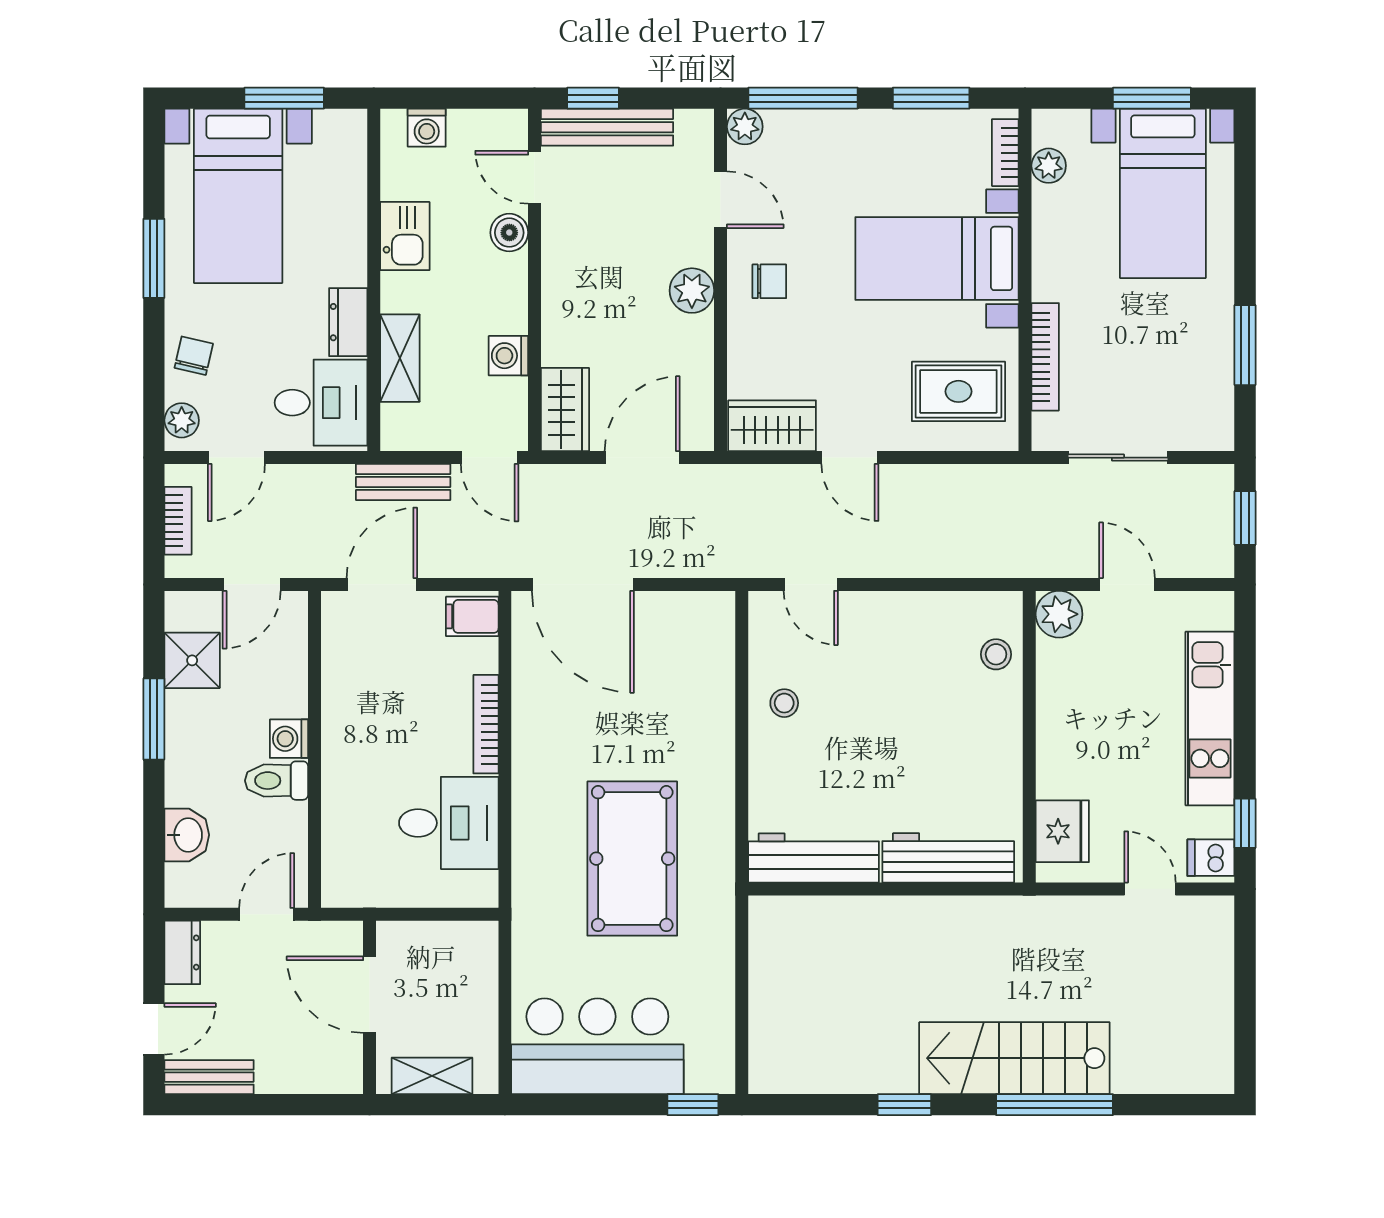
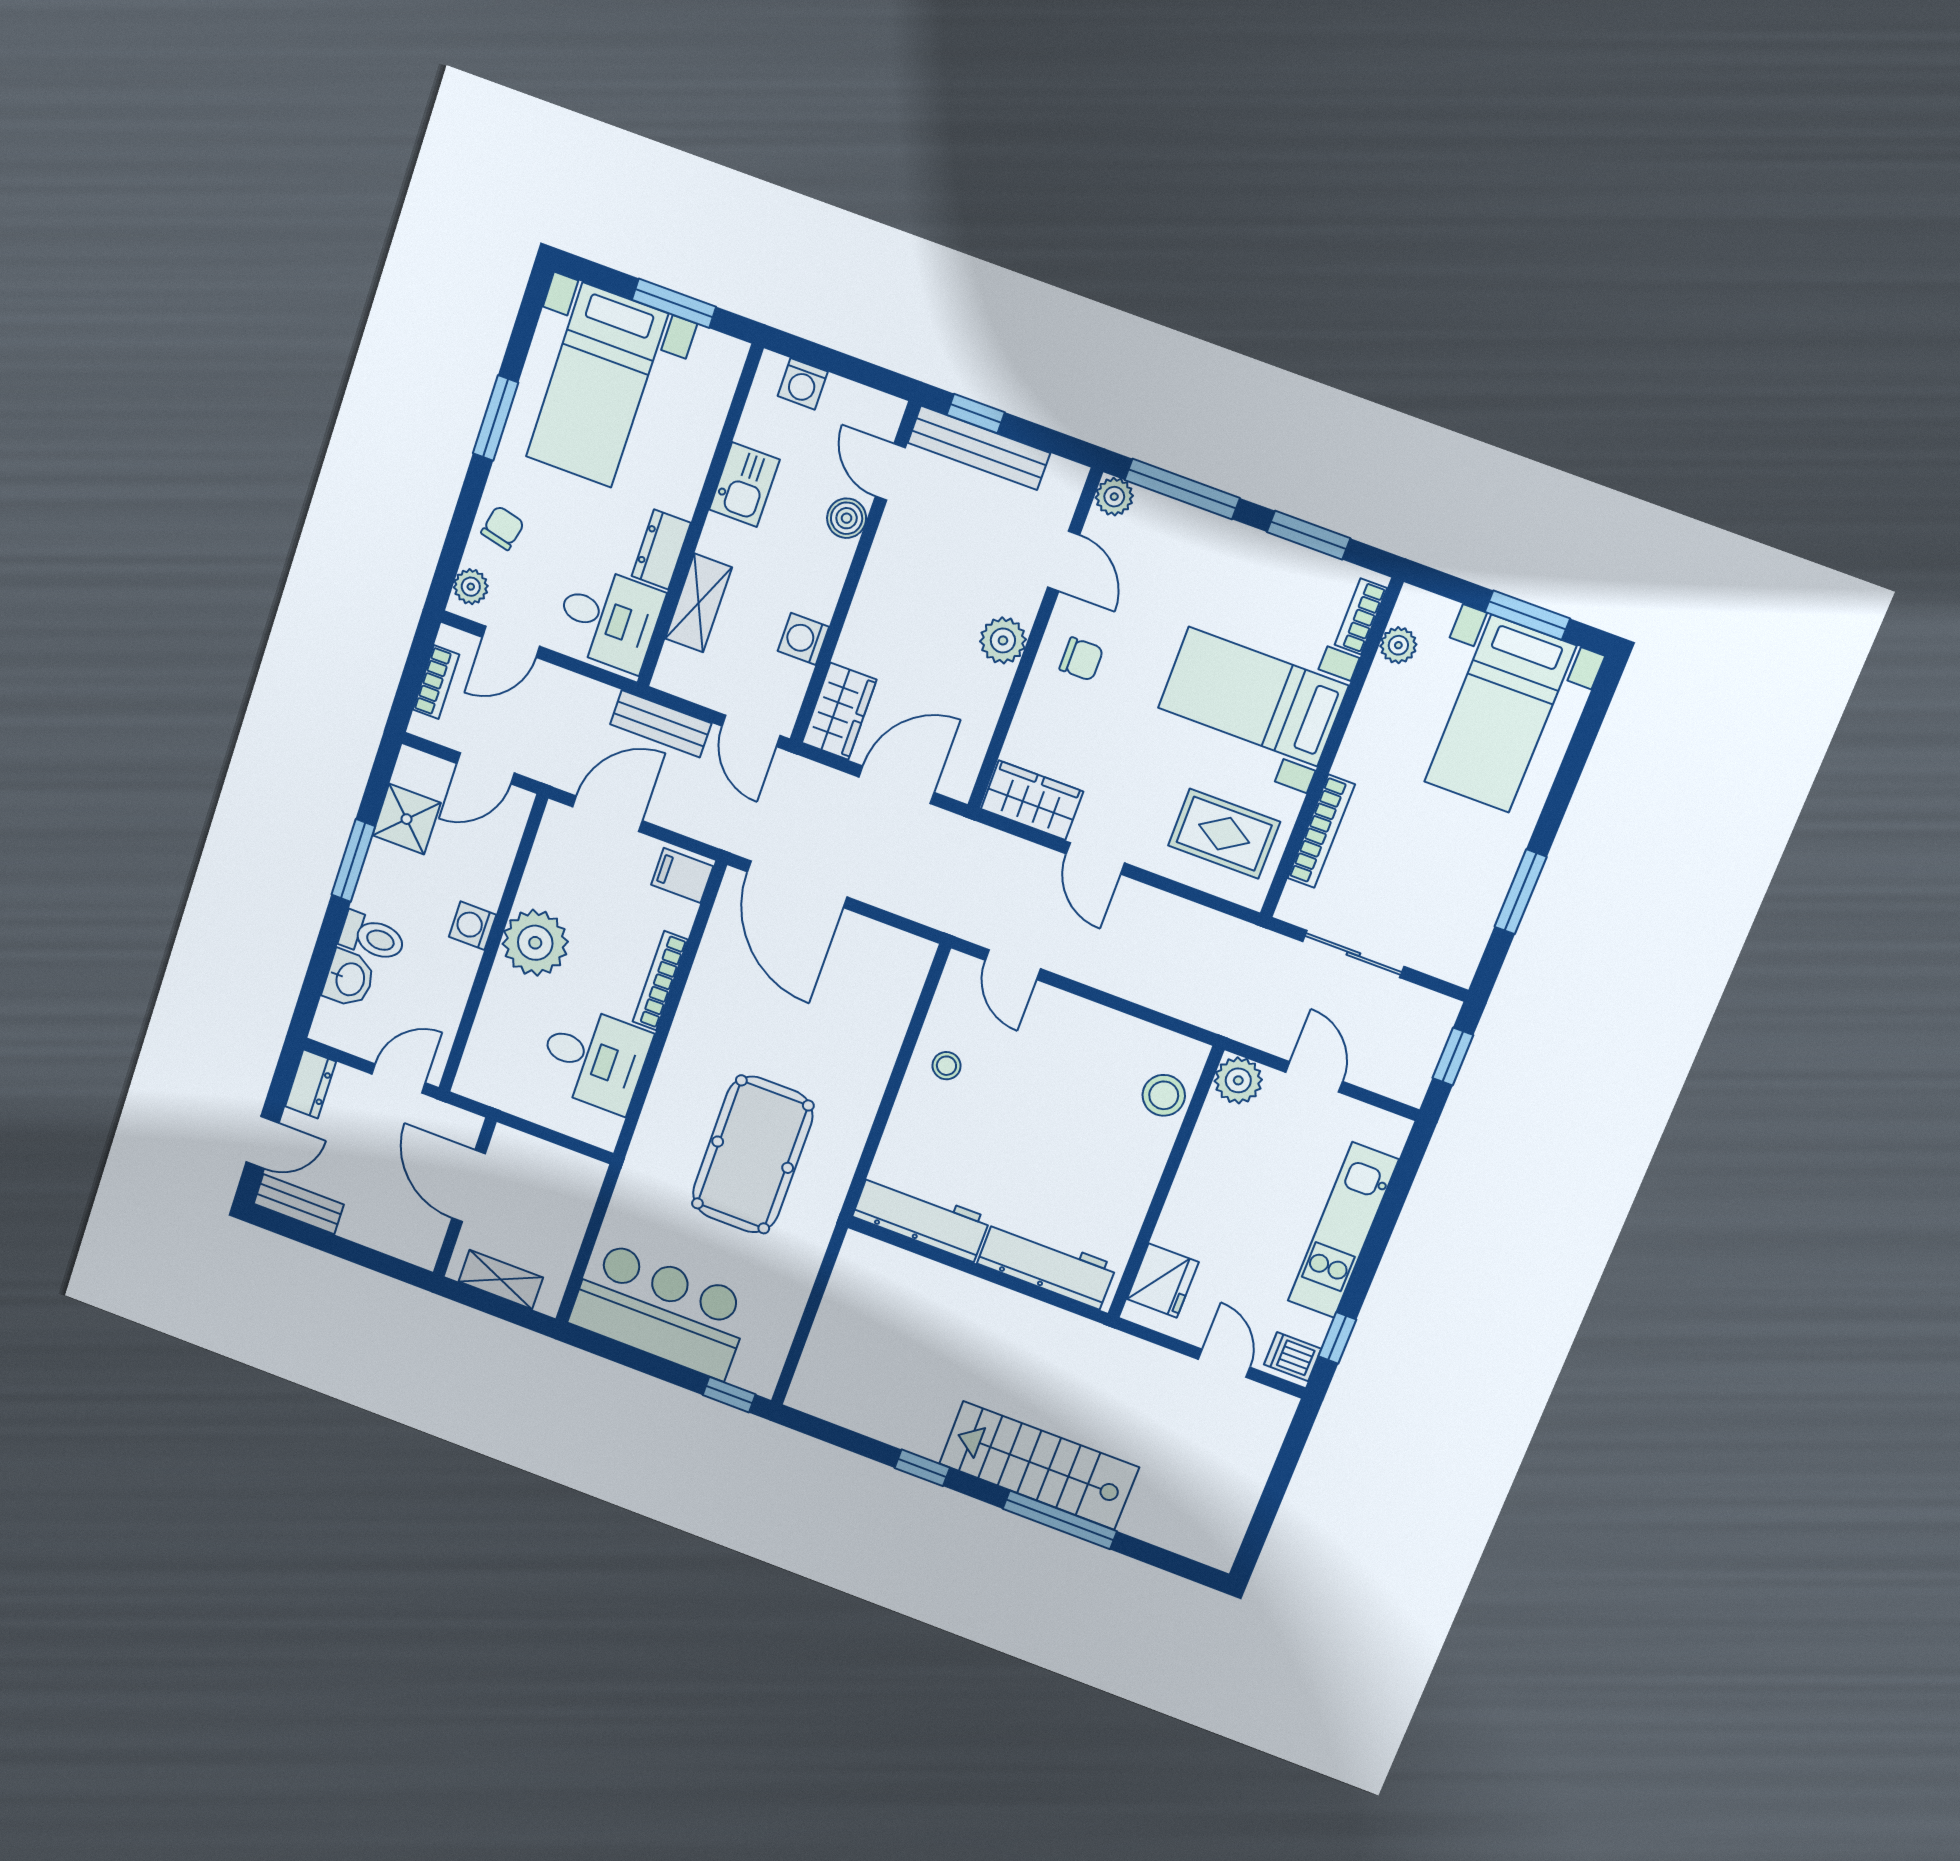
stool: (996, 654) -> (1164, 1095), width x1.37, depth x1.37
plant: (355, 733) -> (535, 943), added
toilet: (277, 781) -> (372, 937), moved, turned 180

